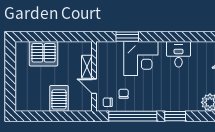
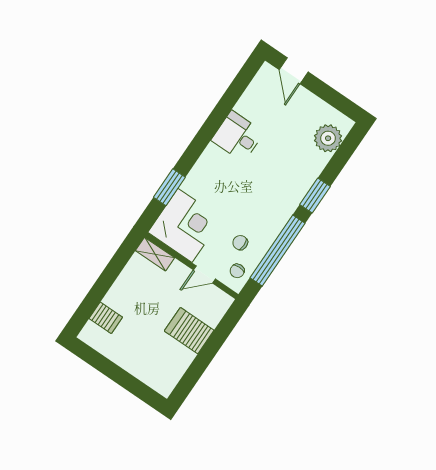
server rack: (44, 54) -> (106, 318), width x0.46, depth x0.70
corner desk: (141, 58) -> (185, 225), moved
shelving: (87, 67) -> (155, 254), moved

